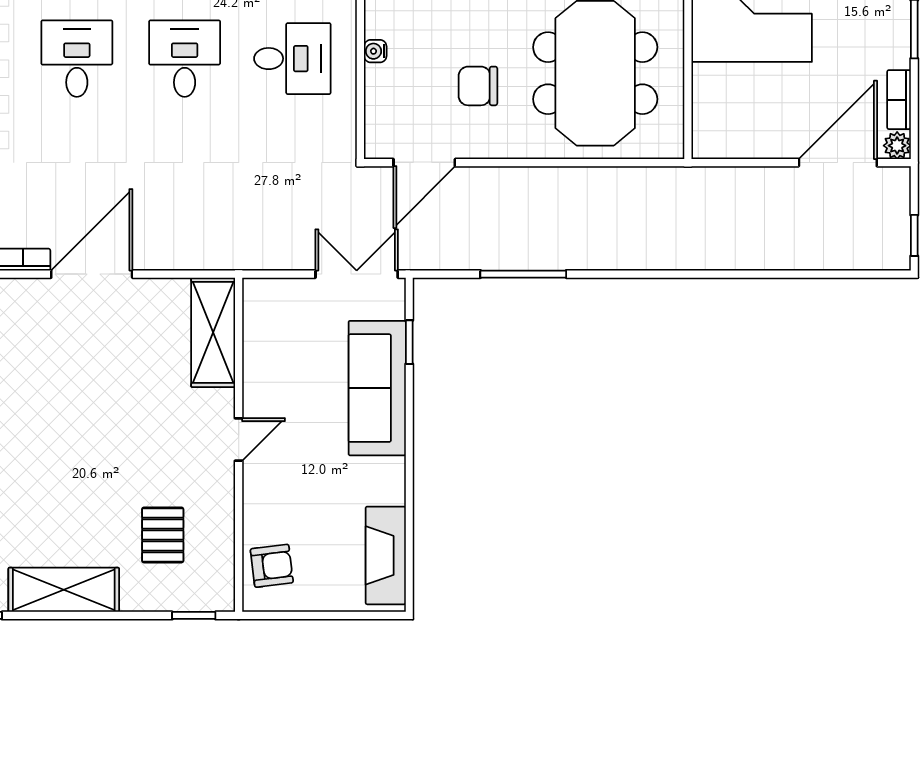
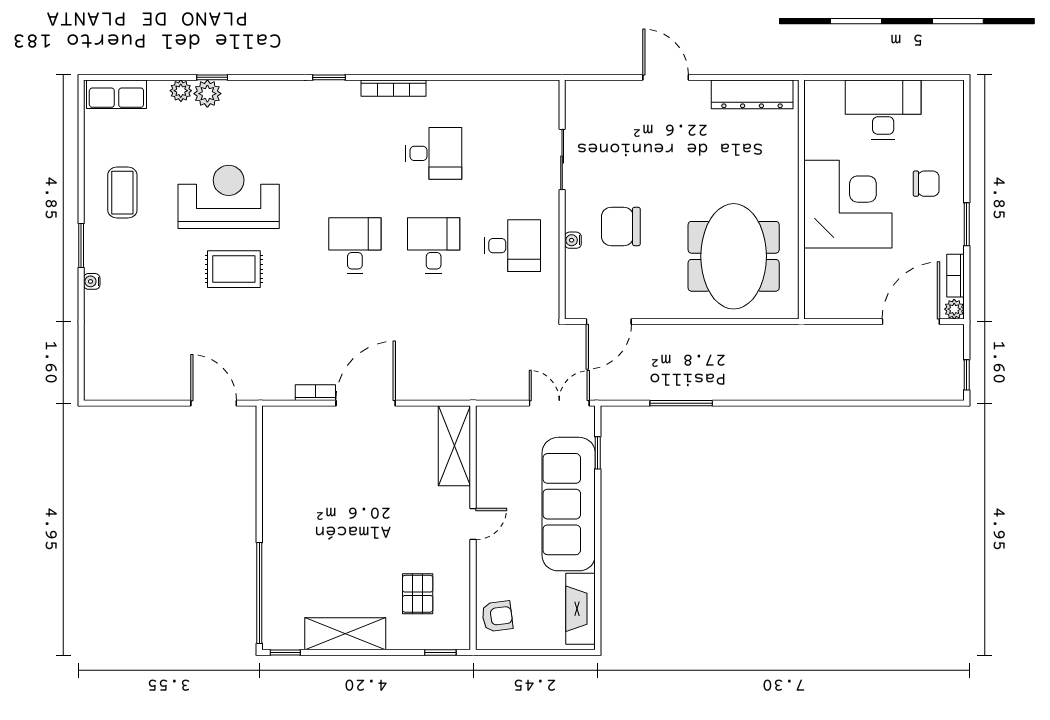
chair: (478, 86) -> (621, 227), moved, width x1.37, depth x1.37
sofa: (377, 388) -> (569, 504), width x1.36, depth x1.27

